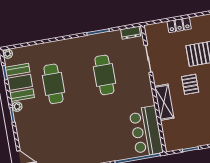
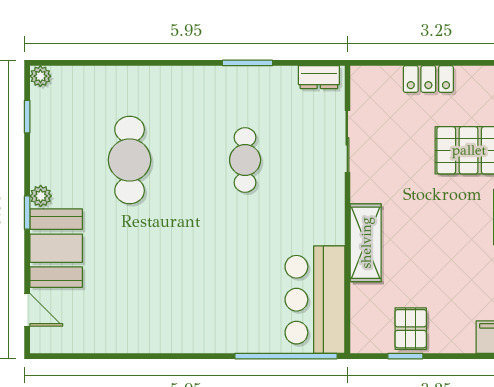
cafe table: (104, 75) -> (245, 160), width x0.73, depth x0.74
booth: (20, 82) -> (56, 248), moved
pallet: (190, 84) -> (411, 329), moved

